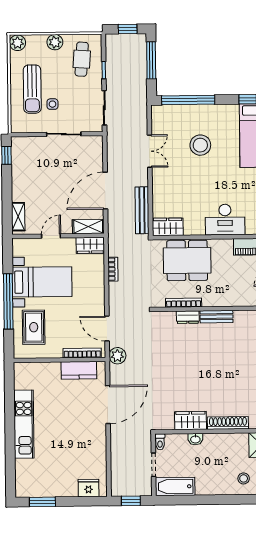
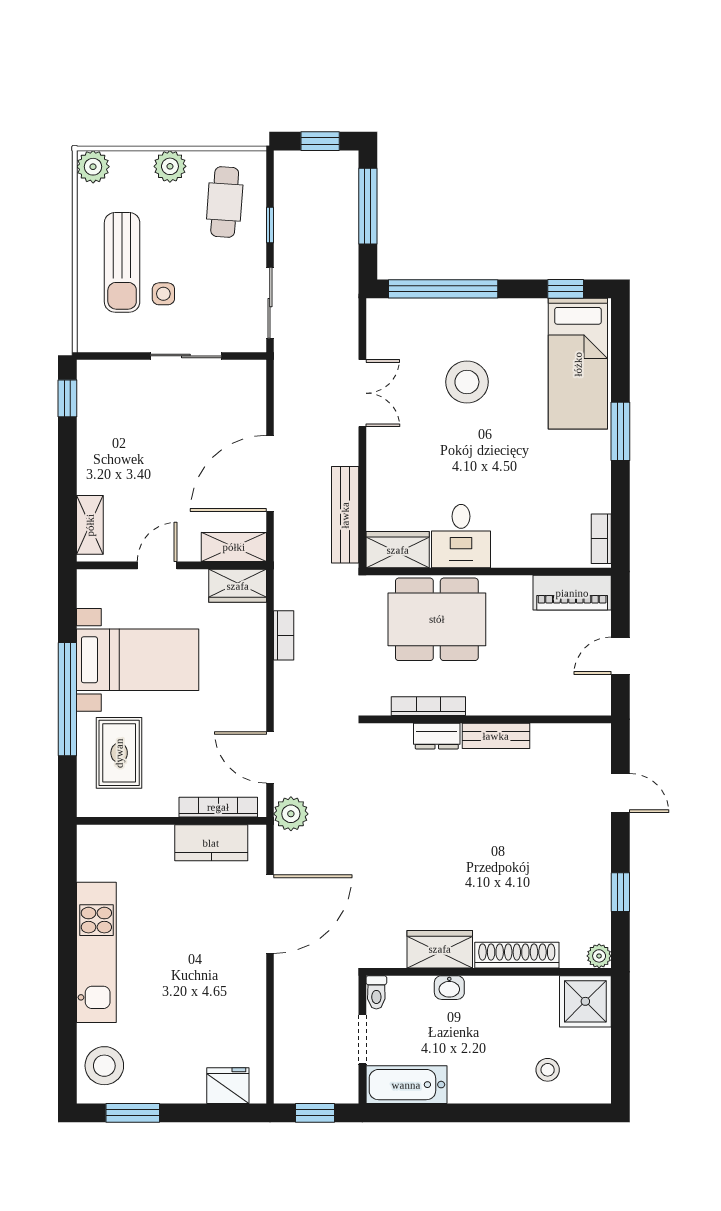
desk: (225, 220) -> (461, 536), moved, width x0.73
stool: (28, 479) -> (104, 1066), added

